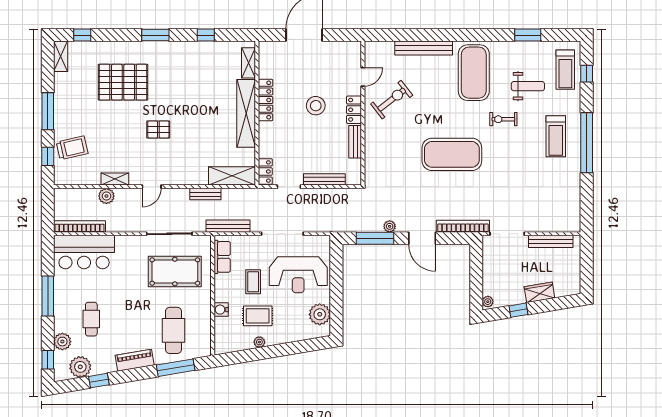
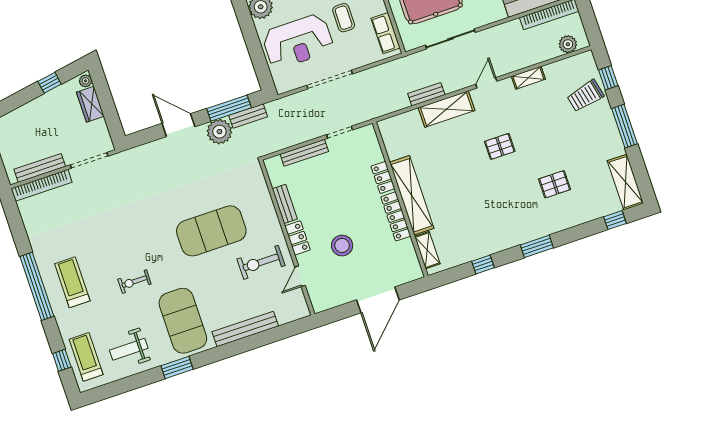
window: (528, 35) -> (177, 367), moved
shelving: (61, 56) -> (625, 182), width x1.50, depth x1.33
pallet: (123, 82) -> (555, 184), width x0.49, depth x0.50
weight bench: (528, 86) -> (129, 349), moved
exercise bike: (392, 100) -> (261, 262), turned 38
stool: (316, 106) -> (342, 246), moved
exercise bike: (503, 119) -> (134, 282), turned 180
exercise mat: (452, 154) -> (211, 231), moved
locker: (265, 171) -> (383, 177), moved
shelving: (232, 176) -> (446, 109), moved
plant: (106, 196) -> (568, 44), moved
bench: (228, 226) -> (248, 116), moved, width x0.73
plant: (390, 226) -> (219, 132), width x1.88, depth x1.88
bookcase: (463, 226) -> (42, 185), moved
reception desk: (298, 275) -> (298, 41), turned 180
wardrobe: (539, 292) -> (90, 104), moved, turned 100

